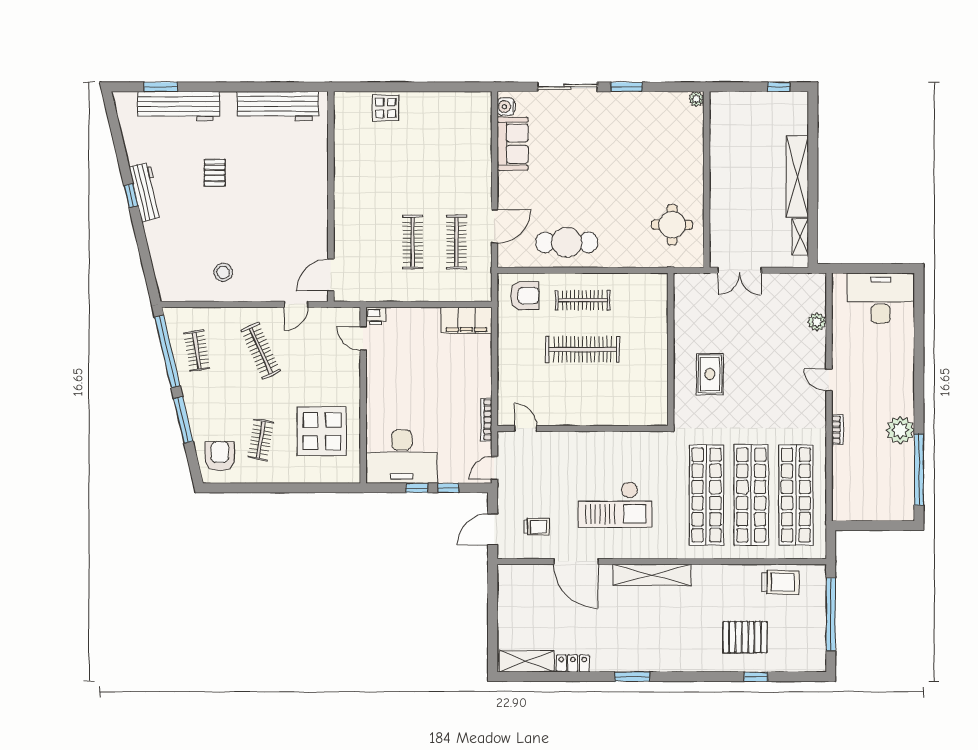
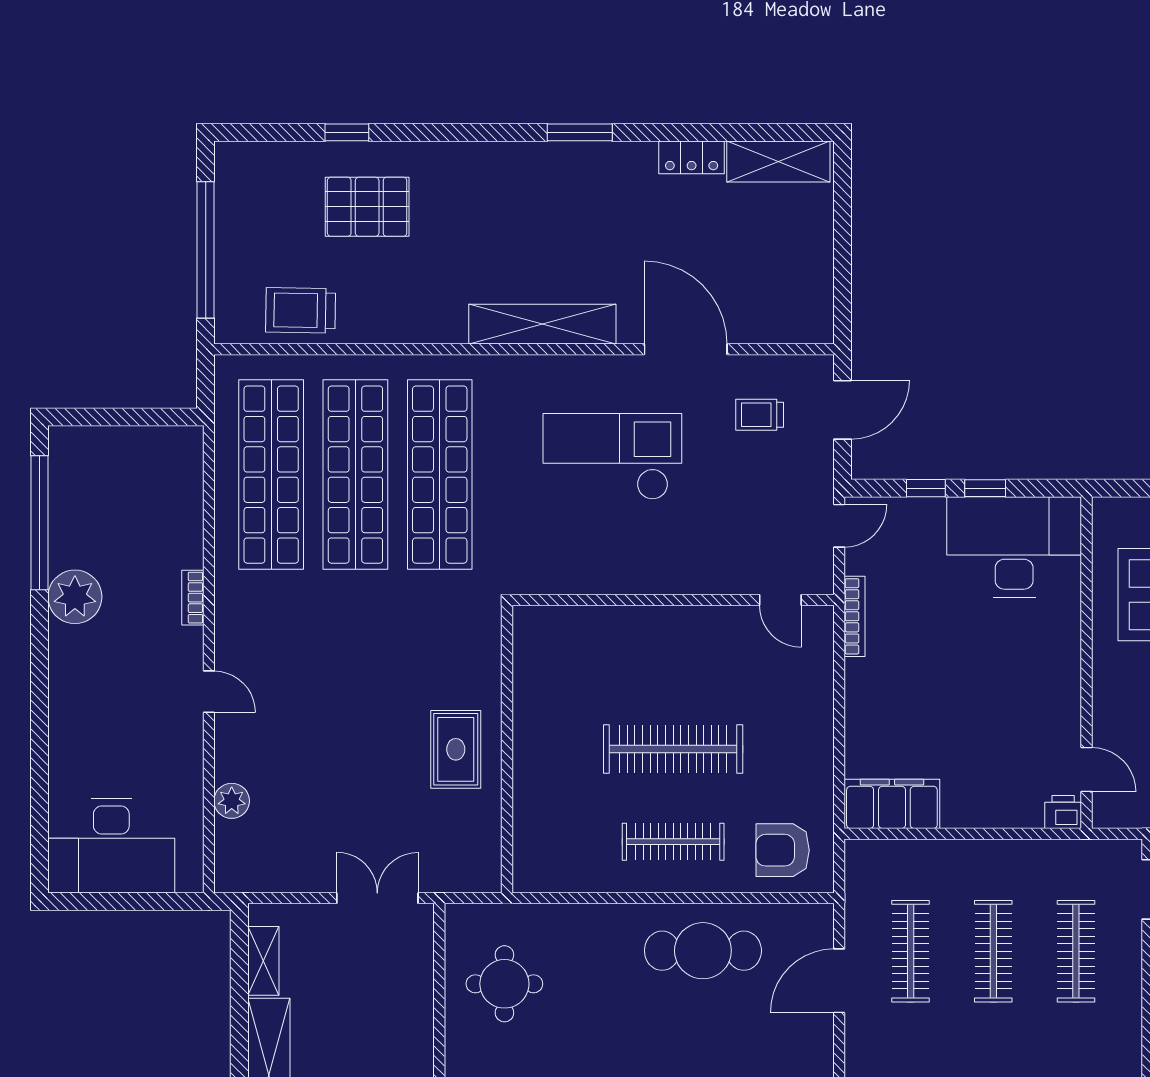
clothes rail: (369, 242) -> (1076, 951), added
rug: (710, 374) -> (456, 749), moved

